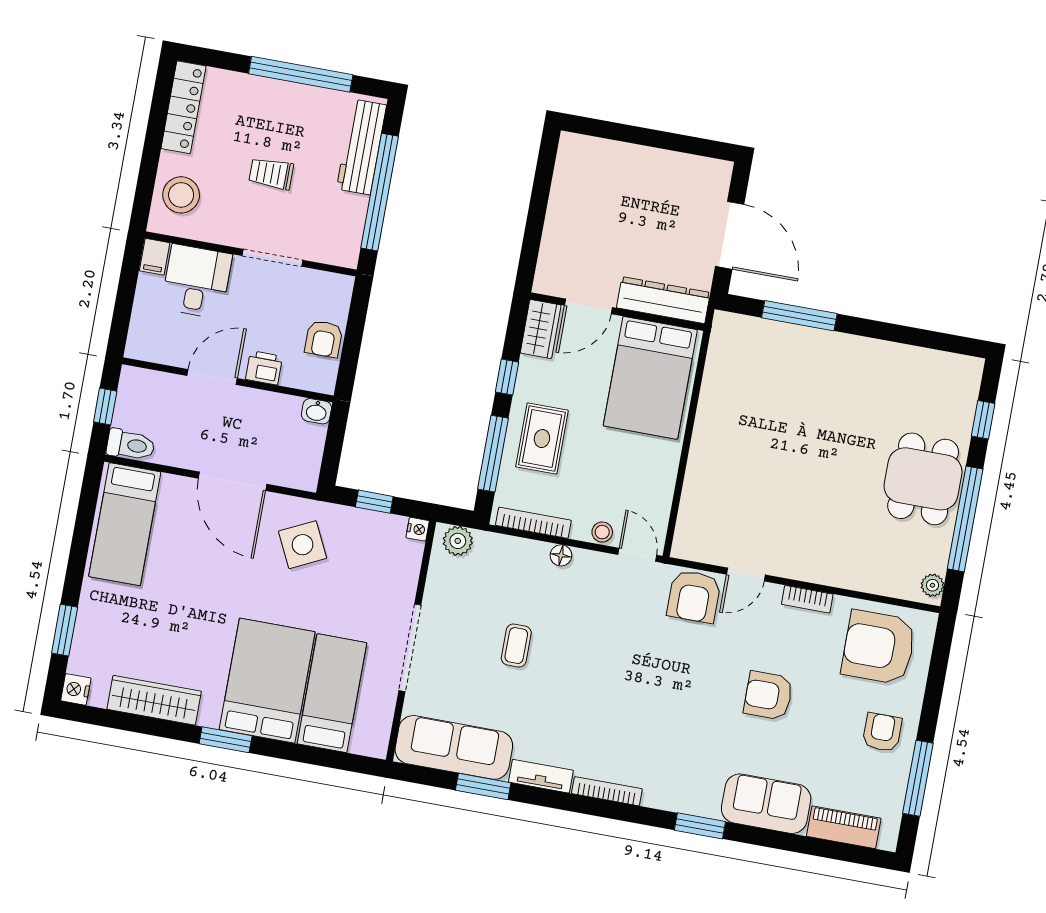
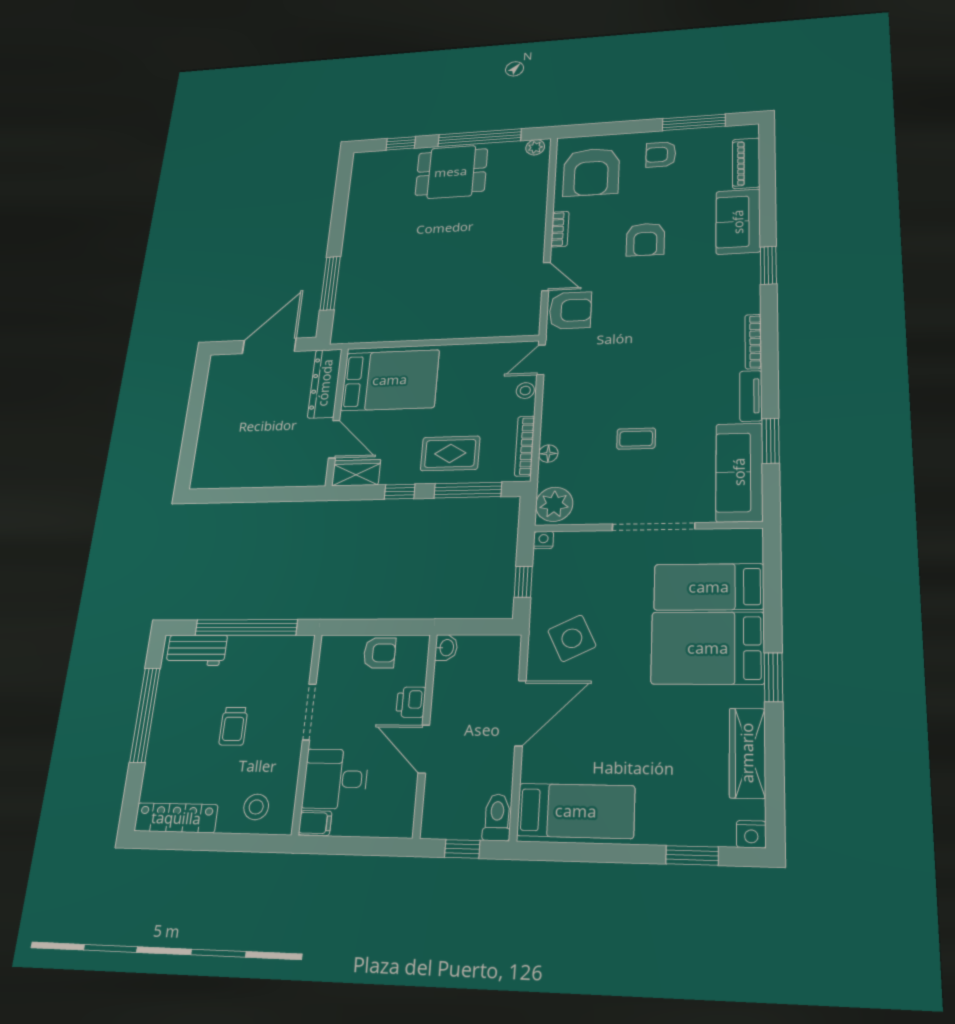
workbench: (361, 147) -> (197, 650), width x0.73
stool: (181, 195) -> (256, 807), width x0.73, depth x0.73
plant: (458, 541) -> (554, 504), width x1.36, depth x1.36
floor lamp: (561, 555) -> (548, 454), moved

